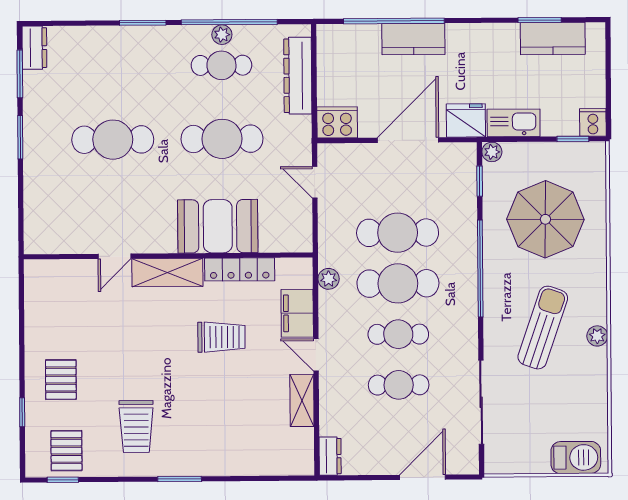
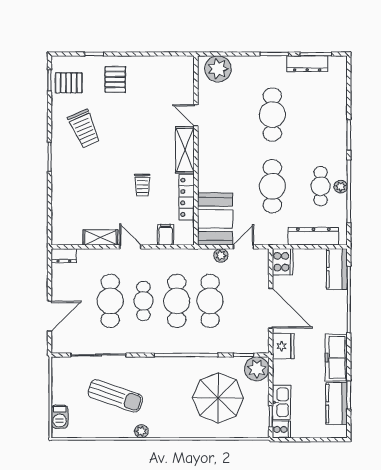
kitchen counter: (413, 39) -> (337, 269), moved
freezer: (483, 39) -> (336, 358), added
dresser: (34, 48) -> (307, 64), moved, width x1.44
kitchen sink: (514, 123) -> (281, 402), moved
plant: (492, 152) -> (257, 369), width x1.88, depth x1.88
plant: (43, 223) -> (218, 69), added
booth: (218, 226) -> (215, 219), moved
plant: (329, 279) -> (221, 255), moved
filing cabinet: (297, 313) -> (166, 235), width x0.50
sun lounger: (543, 328) -> (115, 396), moved
trolley: (221, 337) -> (142, 185), width x0.73, depth x0.72
door: (316, 355) -> (130, 247), hinge flipped
pallet: (61, 380) -> (115, 79), turned 90
cafe table: (399, 385) -> (110, 301), width x1.37, depth x1.35
trolley: (136, 426) -> (84, 129), turned -114
barbecue: (576, 458) -> (60, 417), width x0.73, depth x0.79
door: (423, 477) -> (50, 316), hinge flipped

